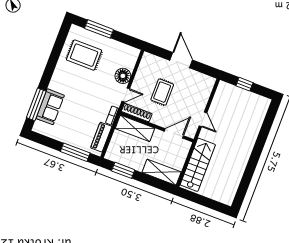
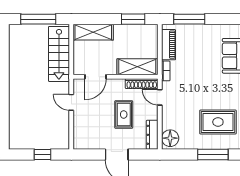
dresser: (144, 65) -> (152, 135), added
floor lamp: (123, 76) -> (170, 138), moved
door: (126, 95) -> (160, 97), hinge flipped
window: (204, 201) -> (38, 19), added

